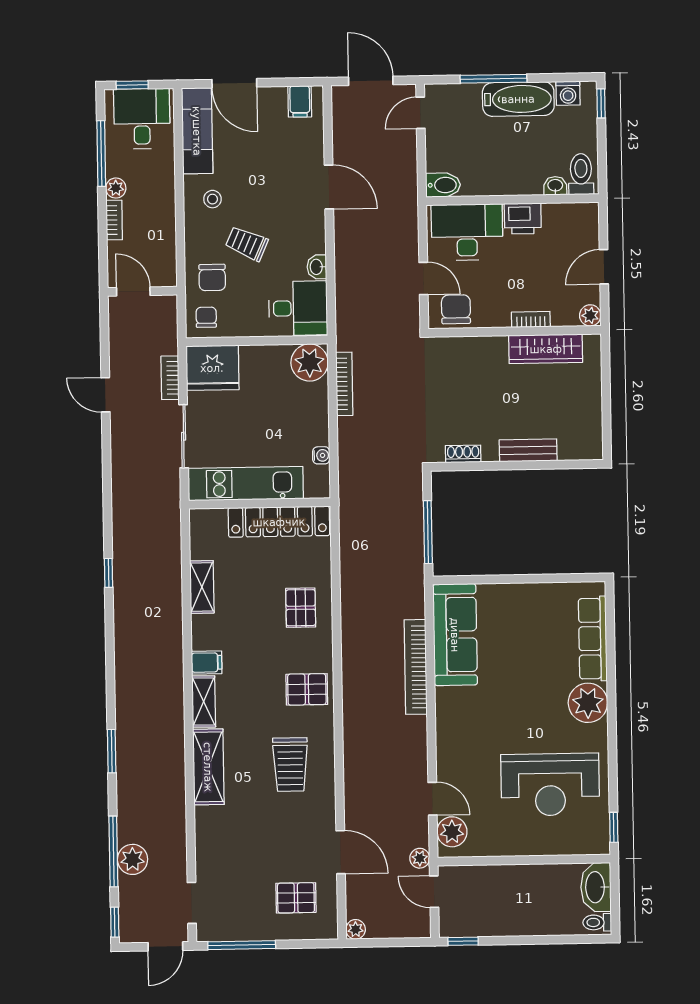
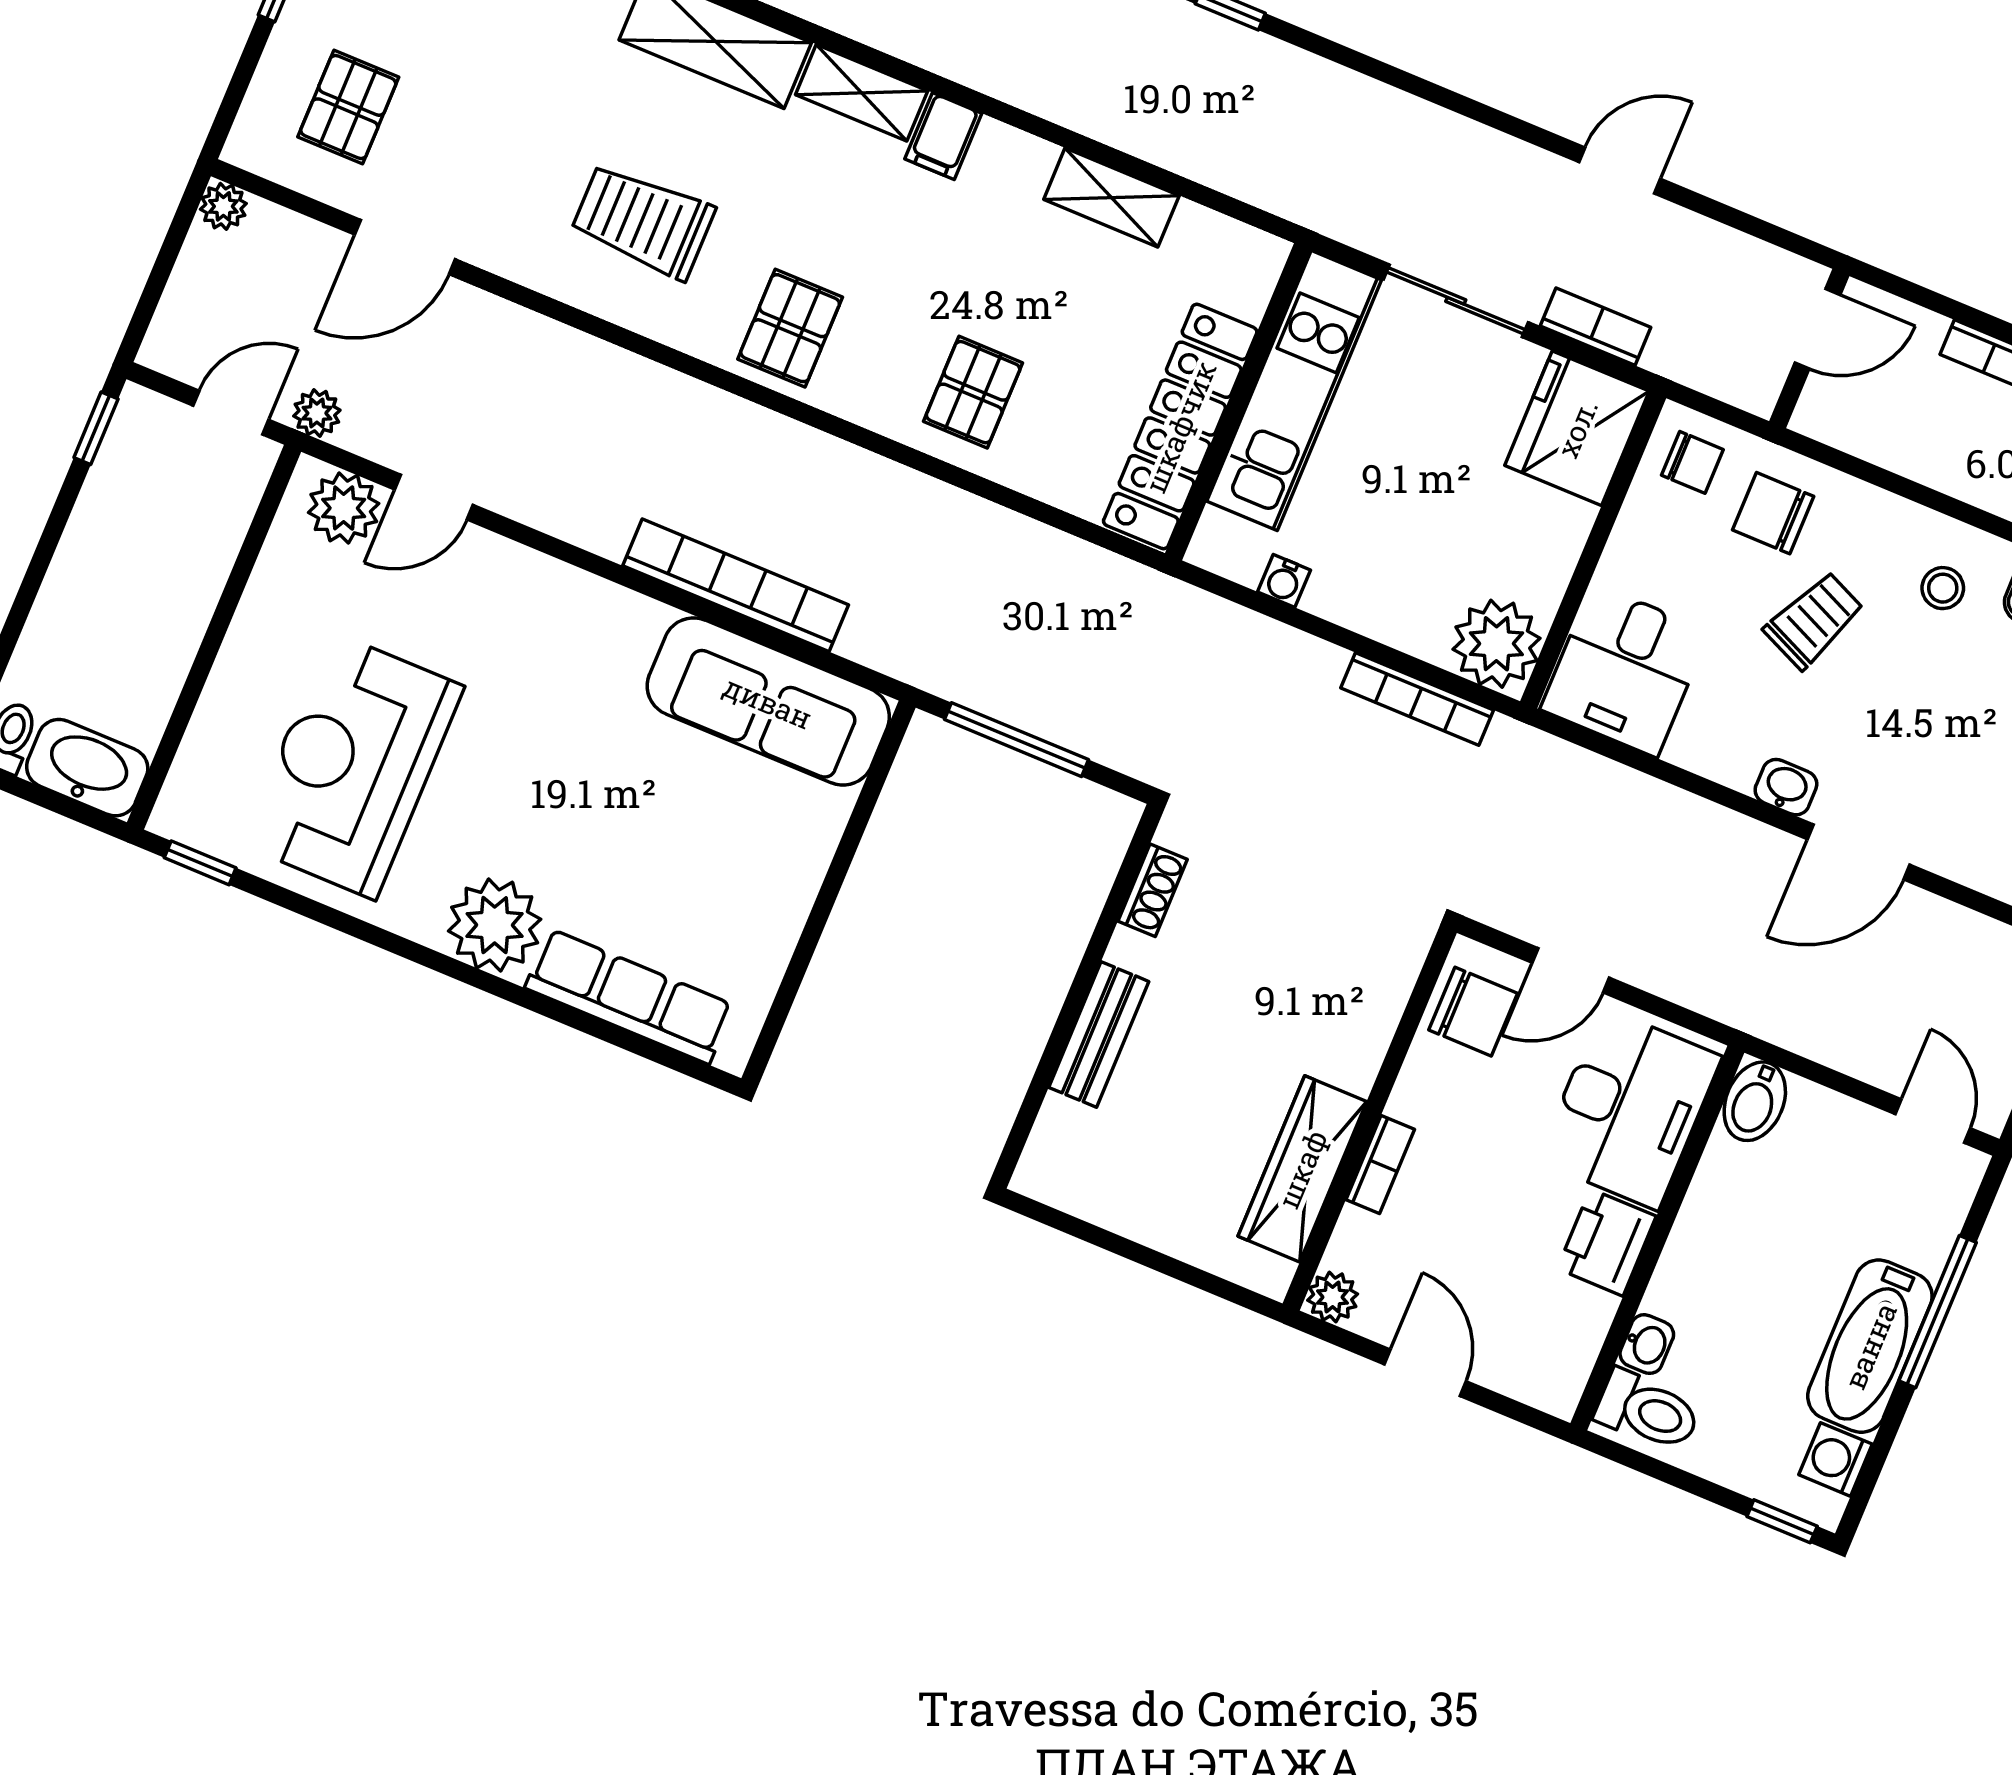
washbasin: (317, 267) -> (1786, 787), moved
pallet: (301, 608) -> (973, 392), turned 90

